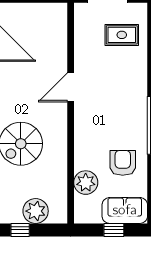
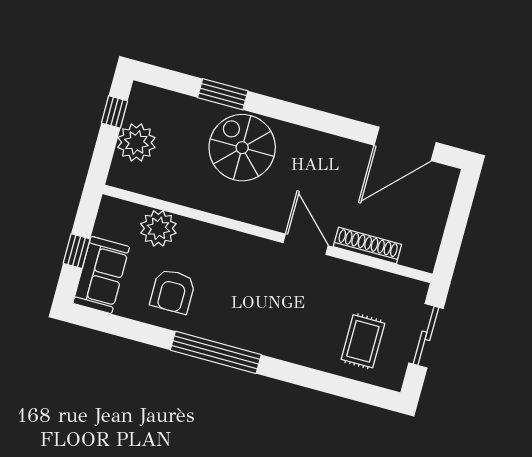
shoe rack: (61, 48) -> (367, 245), added
armchair: (123, 163) -> (173, 291), turned 90

